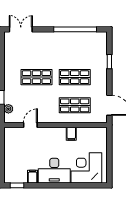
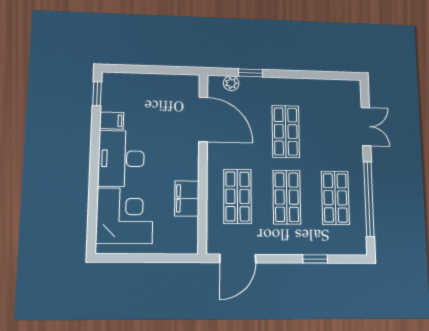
double door: (21, 29) -> (366, 127), moved
shop shelf: (75, 49) -> (335, 198), added
door: (30, 125) -> (203, 119), width x1.88
filing cabinet: (71, 134) -> (187, 198), width x2.00

